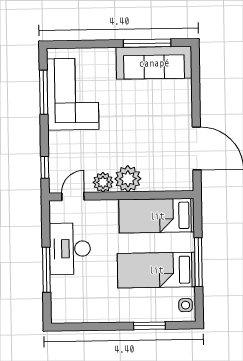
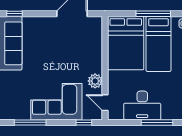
window: (195, 68) -> (15, 14), added
corner sofa: (73, 94) -> (56, 102), moved
plant: (128, 179) -> (93, 63), removed
bed: (157, 216) -> (126, 43), width x1.50

